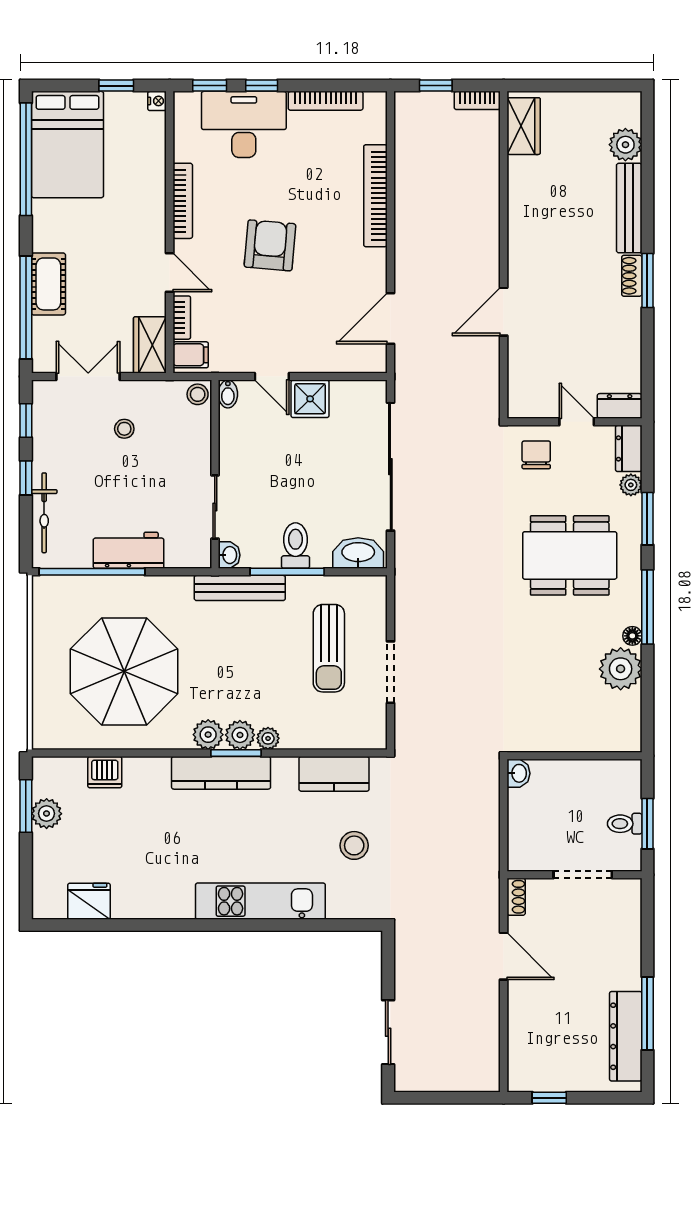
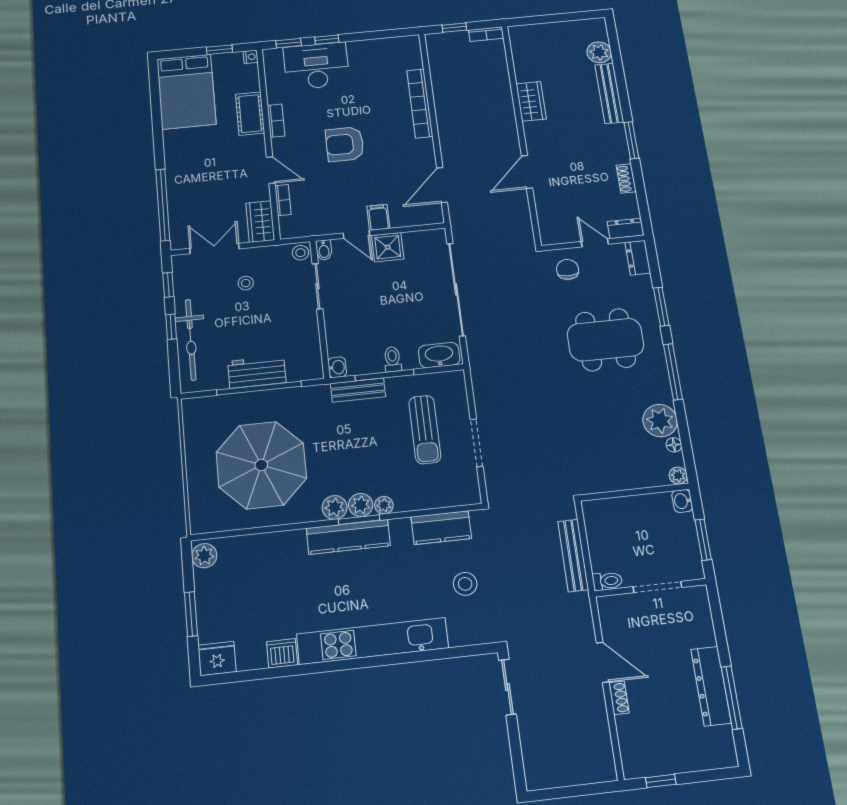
bookcase: (326, 101) -> (375, 45), removed
wardrobe: (524, 126) -> (531, 101), moved
window: (26, 159) -> (156, 104), removed
bookcase: (183, 201) -> (276, 121), width x0.64
armchair: (270, 245) -> (345, 144), turned -95
shoe rack: (632, 276) -> (626, 178), moved
cot: (48, 284) -> (250, 114), moved
filing cabinet: (191, 355) -> (378, 217), moved, turned -90
plant: (631, 485) -> (678, 476), moved
sliding door: (215, 507) -> (317, 286), moved
bicycle: (44, 513) -> (191, 340), width x1.37, depth x1.40
toilet: (295, 546) -> (392, 359), width x0.73, depth x0.72
window: (92, 572) -> (259, 388), moved
bench: (240, 588) -> (358, 390), width x0.73
floor lamp: (632, 636) -> (674, 445), moved
dishwasher: (105, 772) -> (282, 653), moved, turned 180
washbasin: (518, 773) -> (682, 501), moved, turned 180
window: (26, 806) -> (191, 614), moved
plant: (47, 814) -> (204, 556), moved
toilet: (625, 824) -> (607, 581), moved, turned 180
bench: (488, 825) -> (573, 555), added
shoe rack: (516, 897) -> (619, 698), moved
fridge: (89, 901) -> (217, 658), moved
kitchen unit: (260, 901) -> (373, 641), width x1.36
sliding door: (388, 1032) -> (507, 687), moved
dresser: (626, 1036) -> (711, 686), moved

